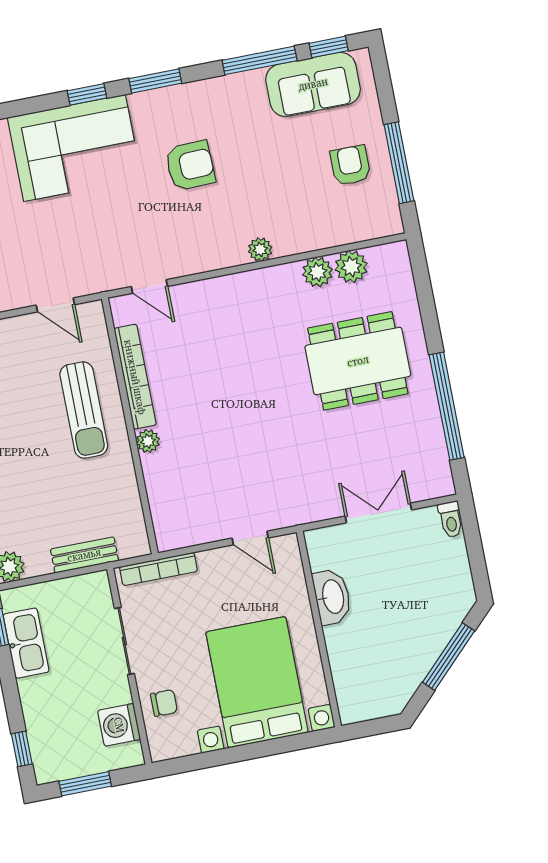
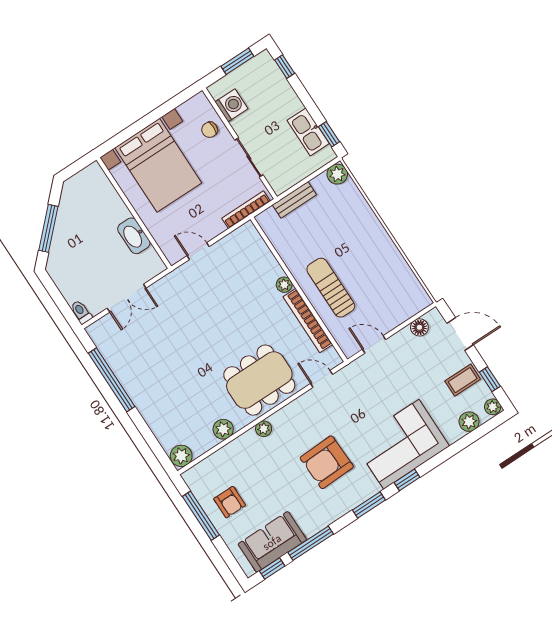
armchair: (190, 166) -> (327, 462), width x1.36, depth x1.36
plant: (351, 267) -> (181, 456), moved
dining table: (358, 361) -> (259, 380), moved

